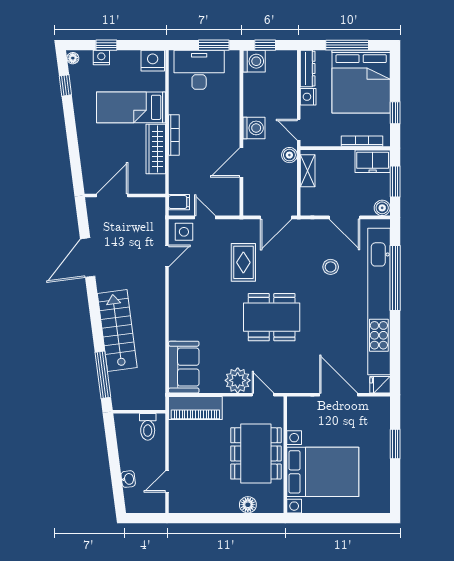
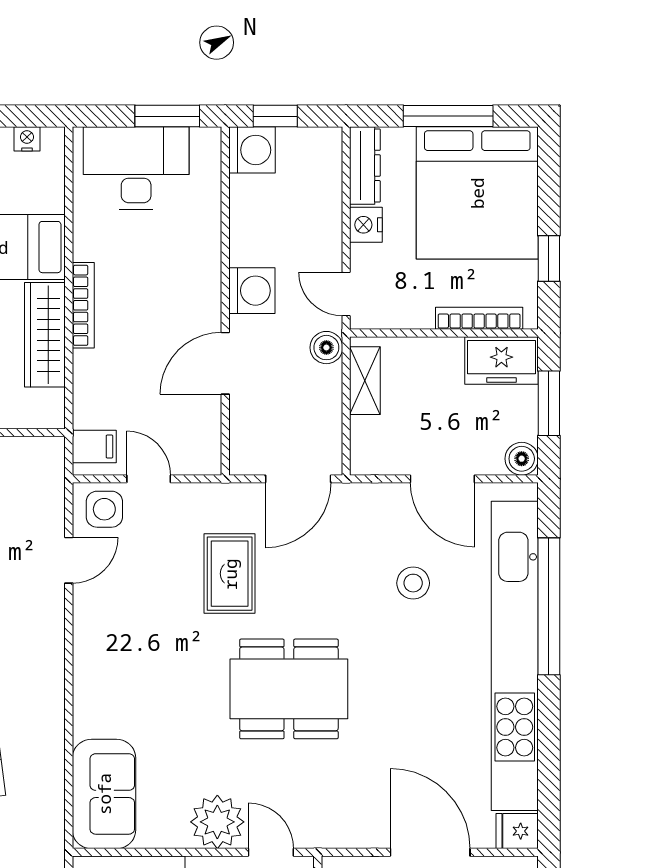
nightstand: (153, 61) -> (27, 139), width x0.53, depth x0.56

